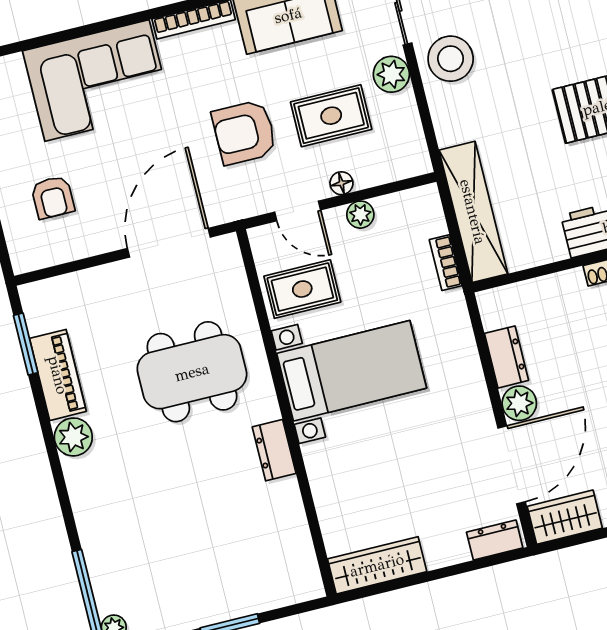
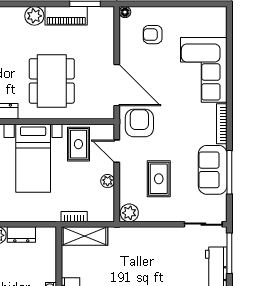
stool: (451, 59) -> (172, 243), removed
plant: (391, 74) -> (129, 213), moved
armchair: (244, 132) -> (139, 123), moved
floor lamp: (341, 183) -> (125, 12), moved
door: (298, 211) -> (117, 151), hinge flipped
shelving: (473, 212) -> (84, 236), width x0.68

